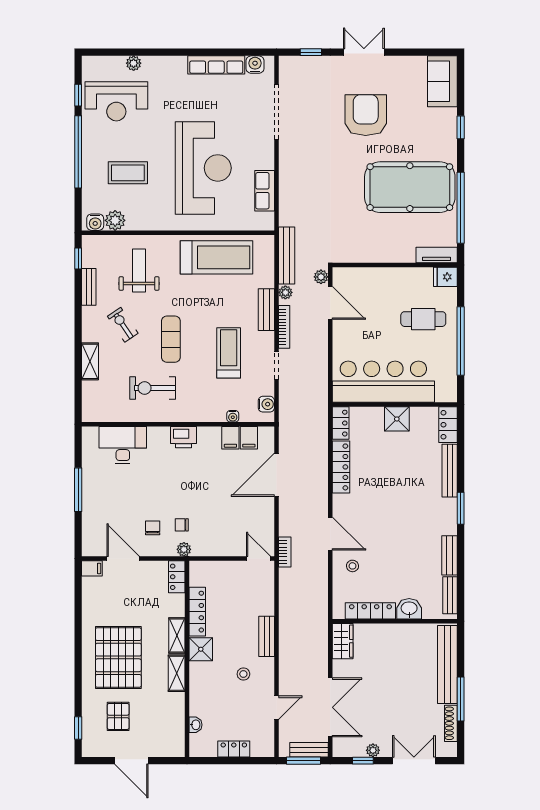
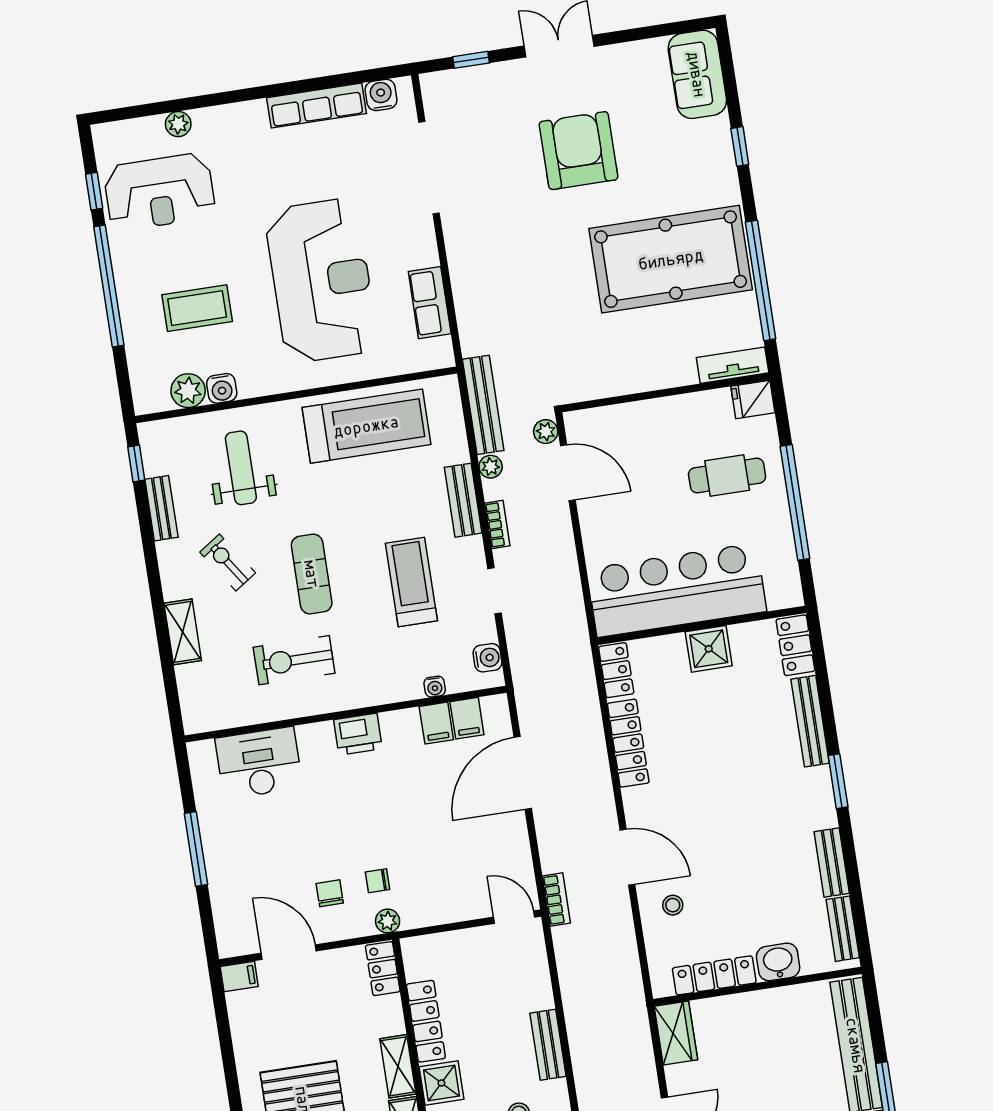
water cooler: (95, 222) -> (222, 388), moved
bookcase: (284, 327) -> (497, 525), width x0.64

